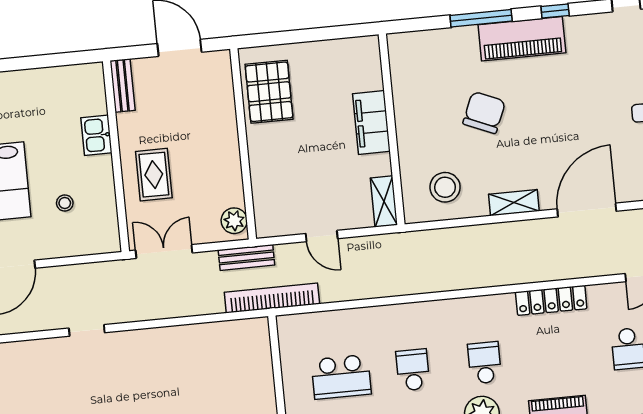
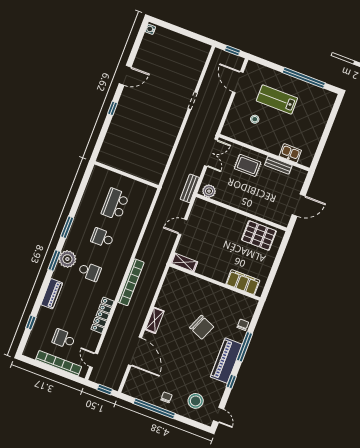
chair: (443, 41) -> (243, 325), added
bench: (123, 86) -> (278, 165), moved
filing cabinet: (371, 122) -> (243, 282), moved
kitchen sink: (96, 135) -> (290, 153), moved
stool: (445, 187) -> (196, 401), moved
bookcase: (272, 298) -> (131, 282), moved
school desk: (413, 370) -> (102, 238), turned 180

